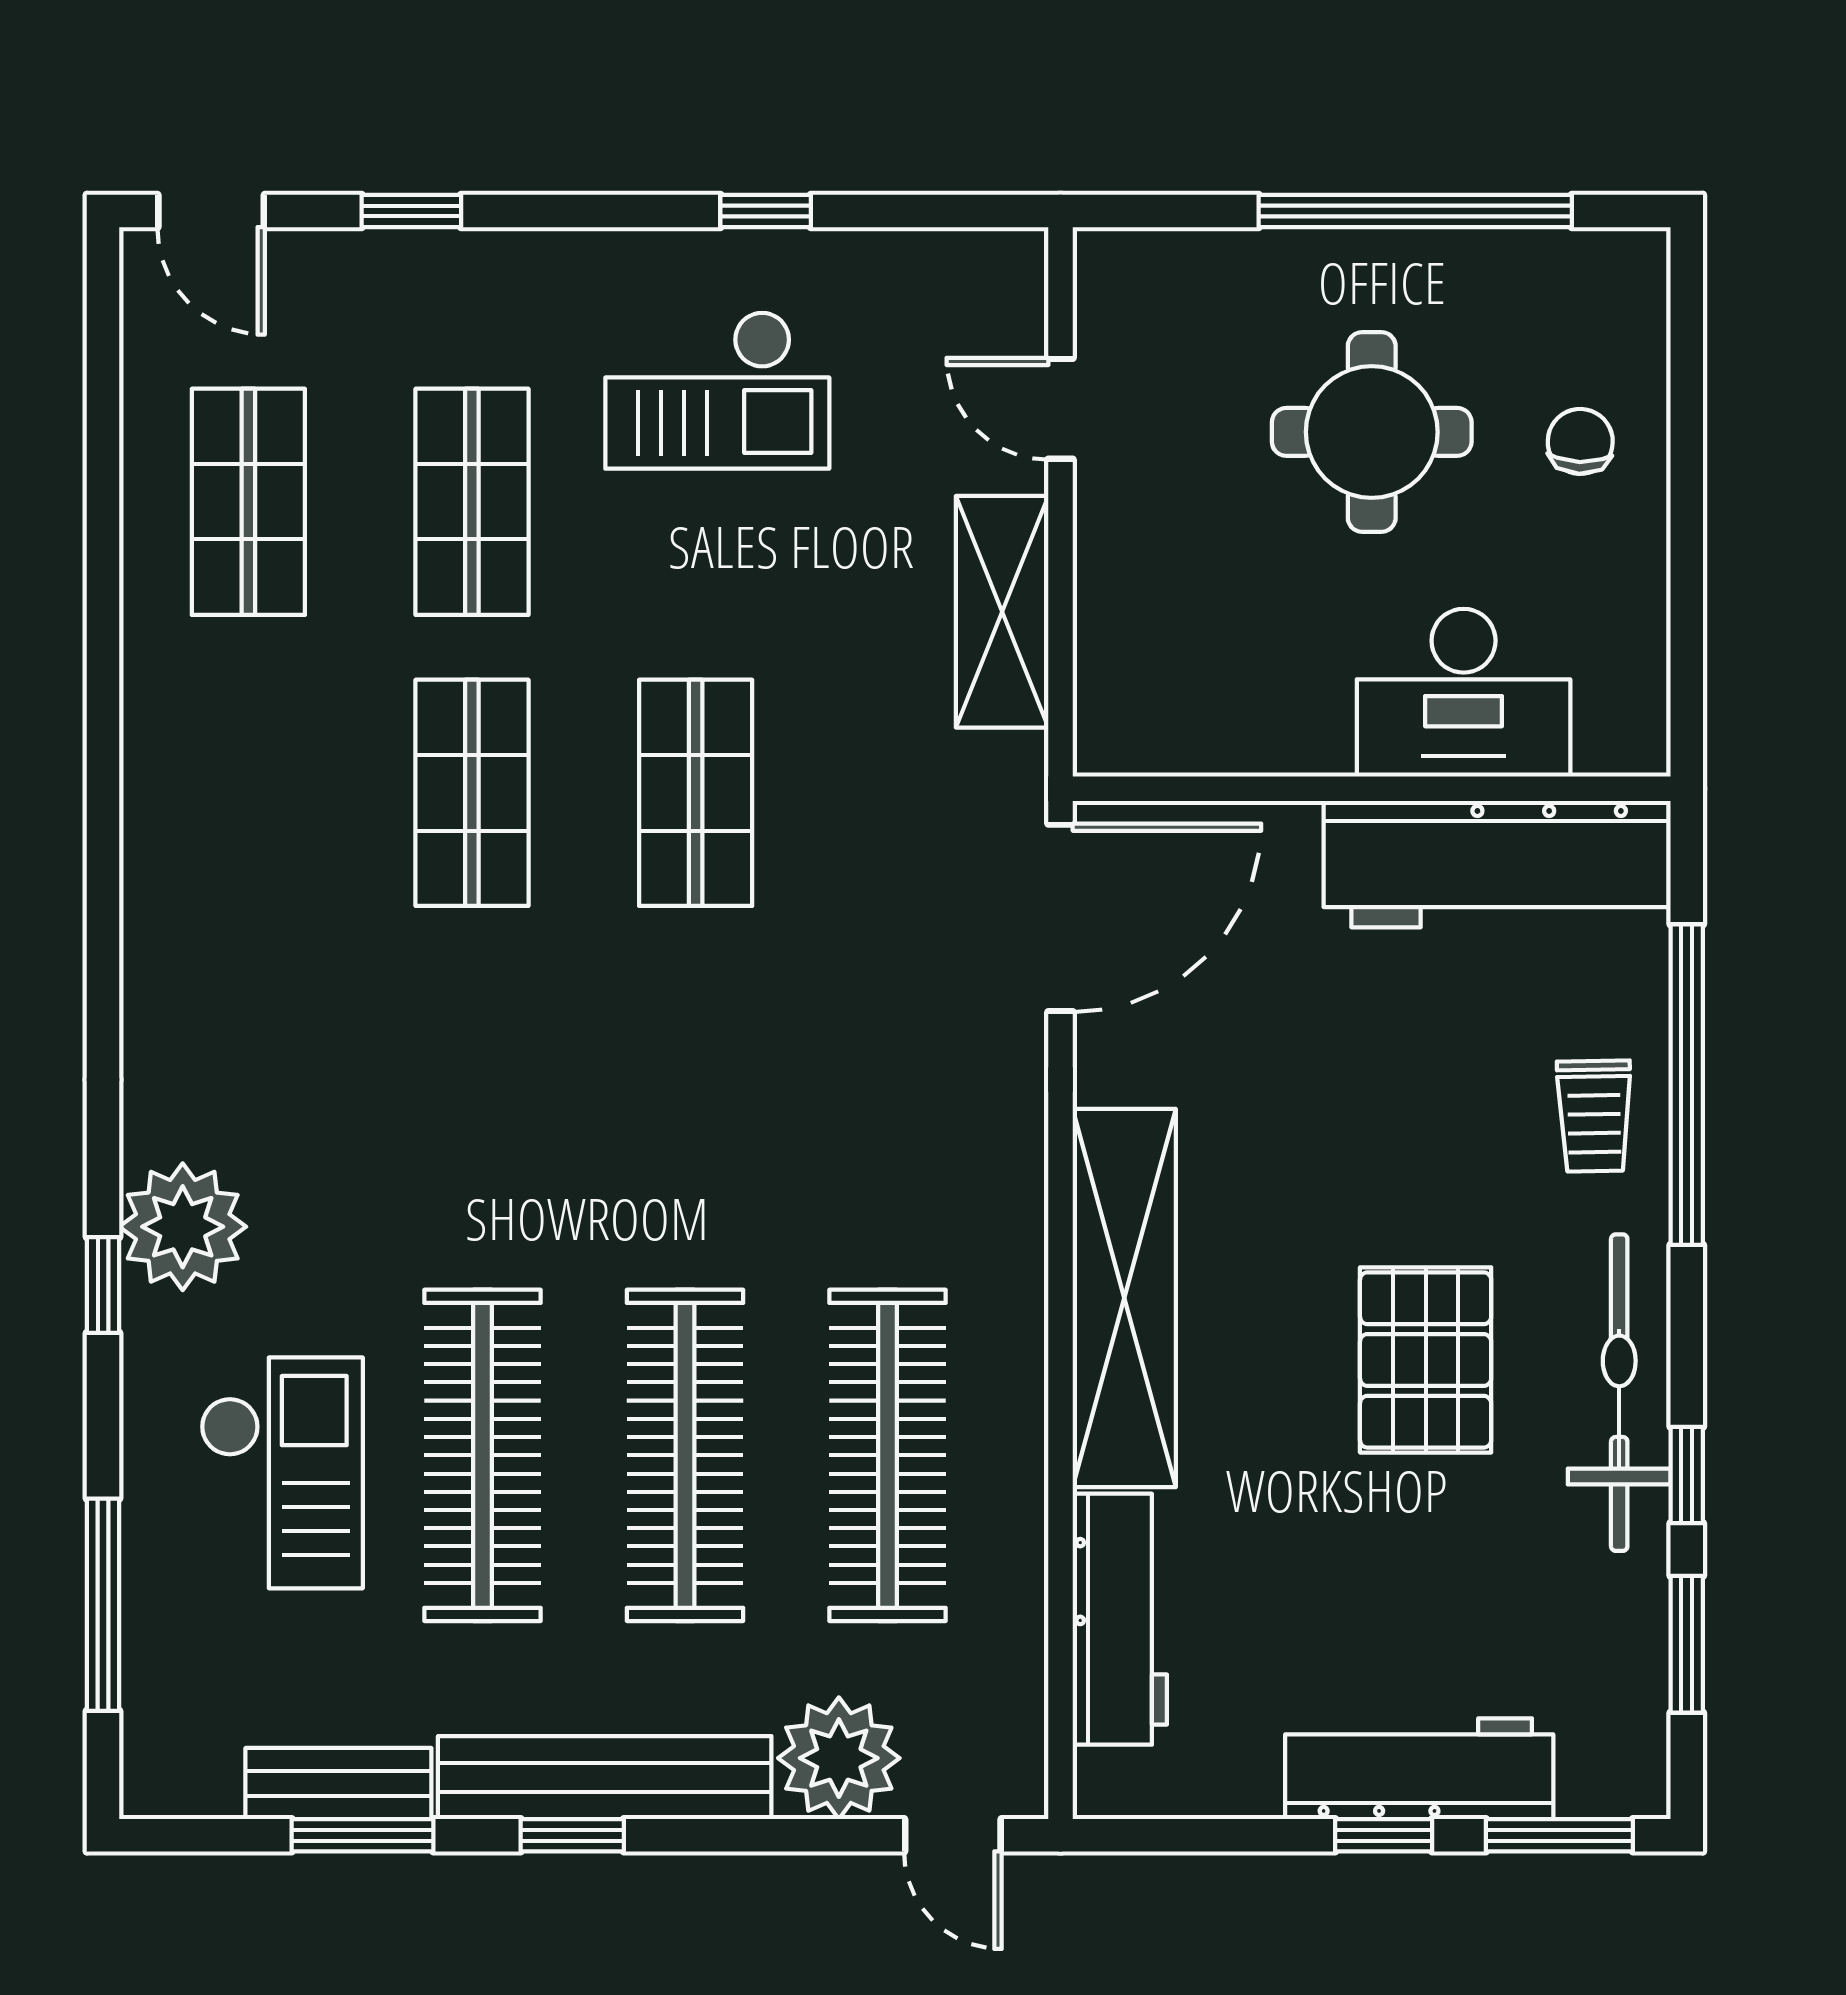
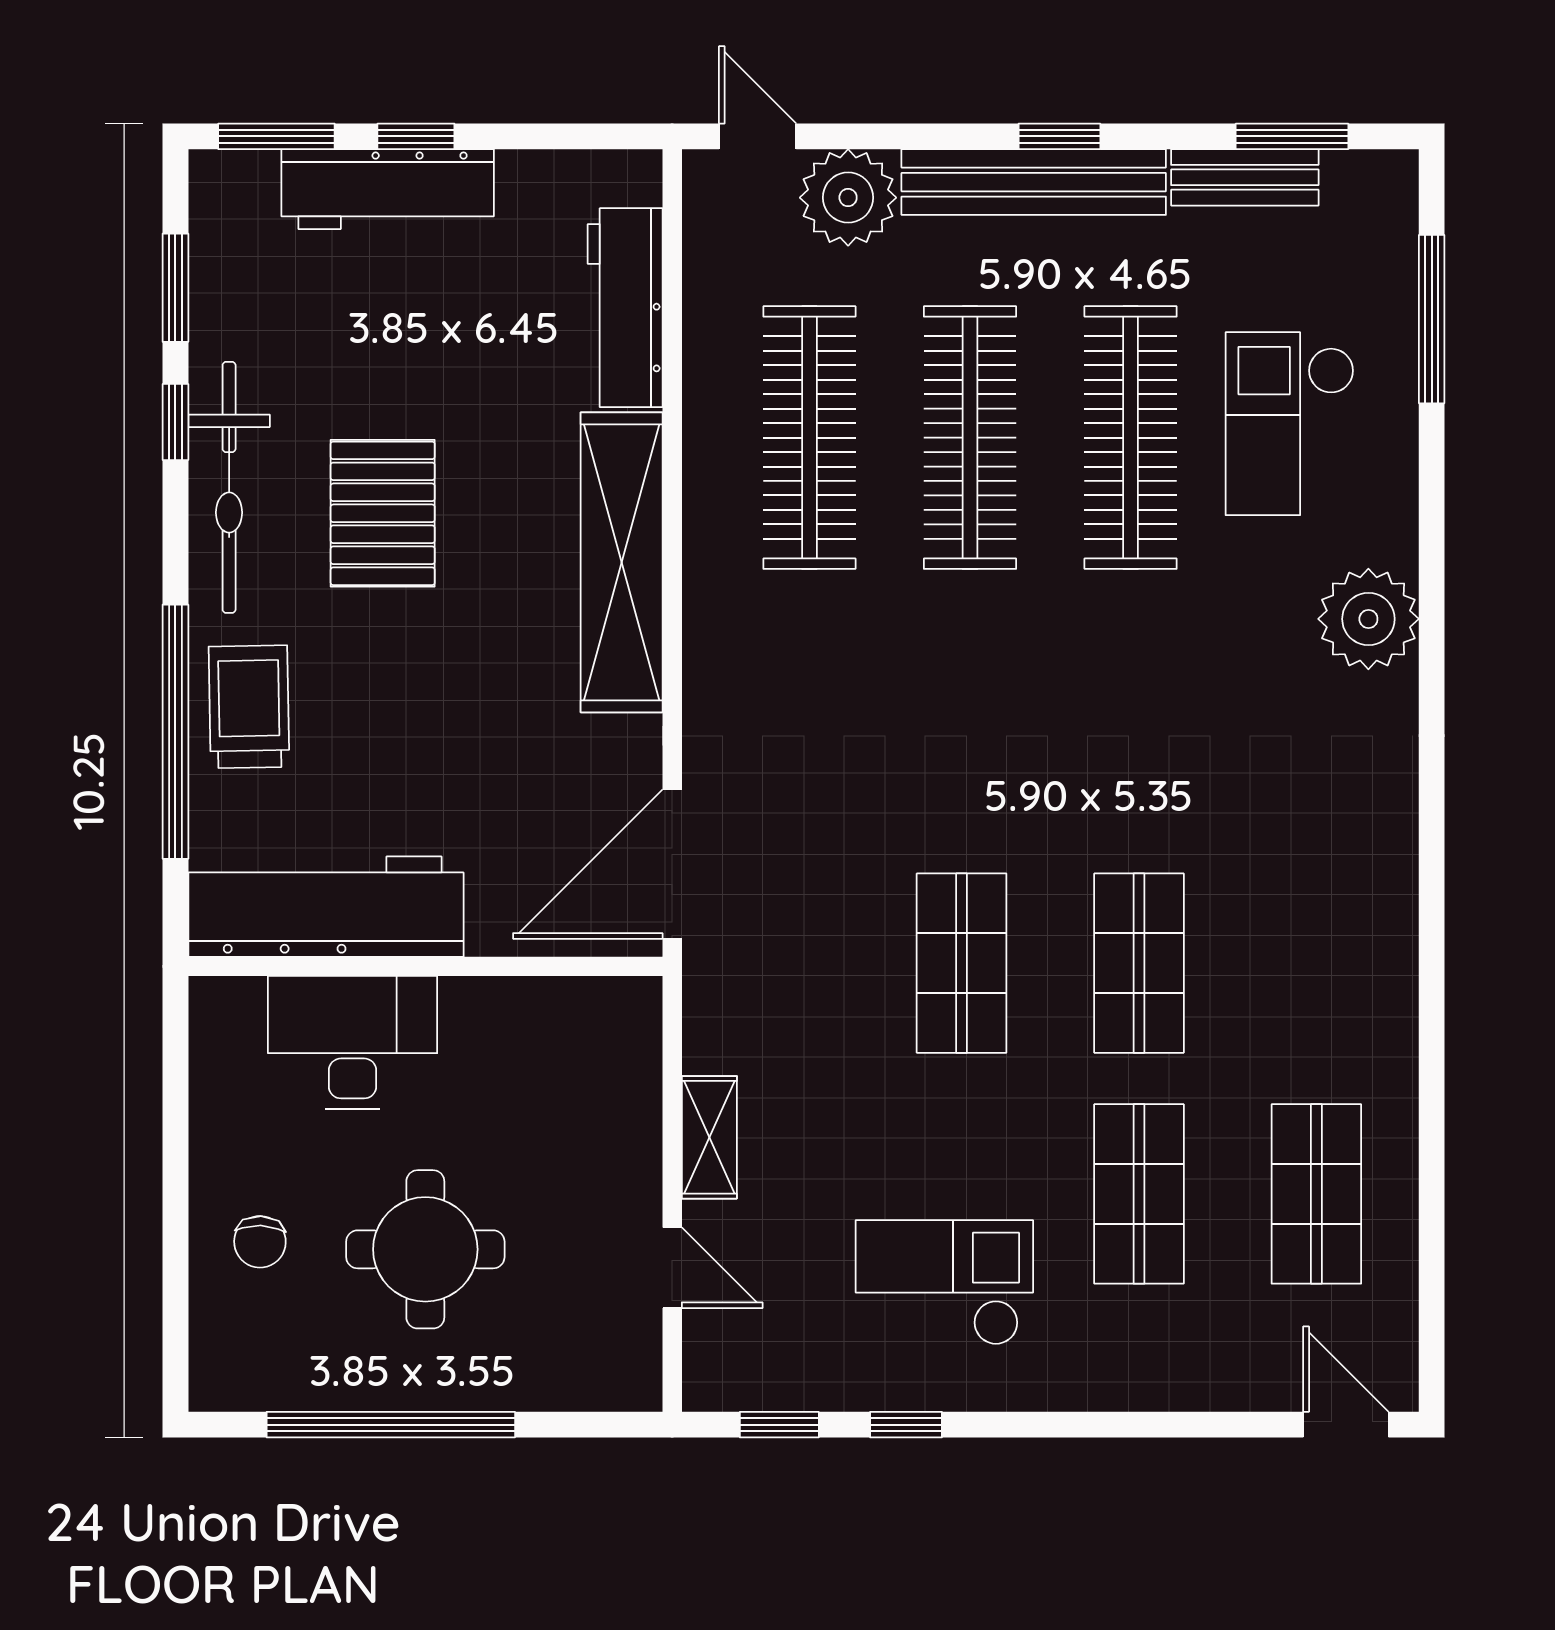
window: (411, 211) -> (779, 1425), moved
shelving: (1002, 612) -> (709, 1137), width x0.67, depth x0.75
trolley: (1594, 1116) -> (249, 707), width x1.36, depth x1.39
window: (103, 1285) -> (1432, 573), removed
window: (363, 1835) -> (1292, 136), moved

